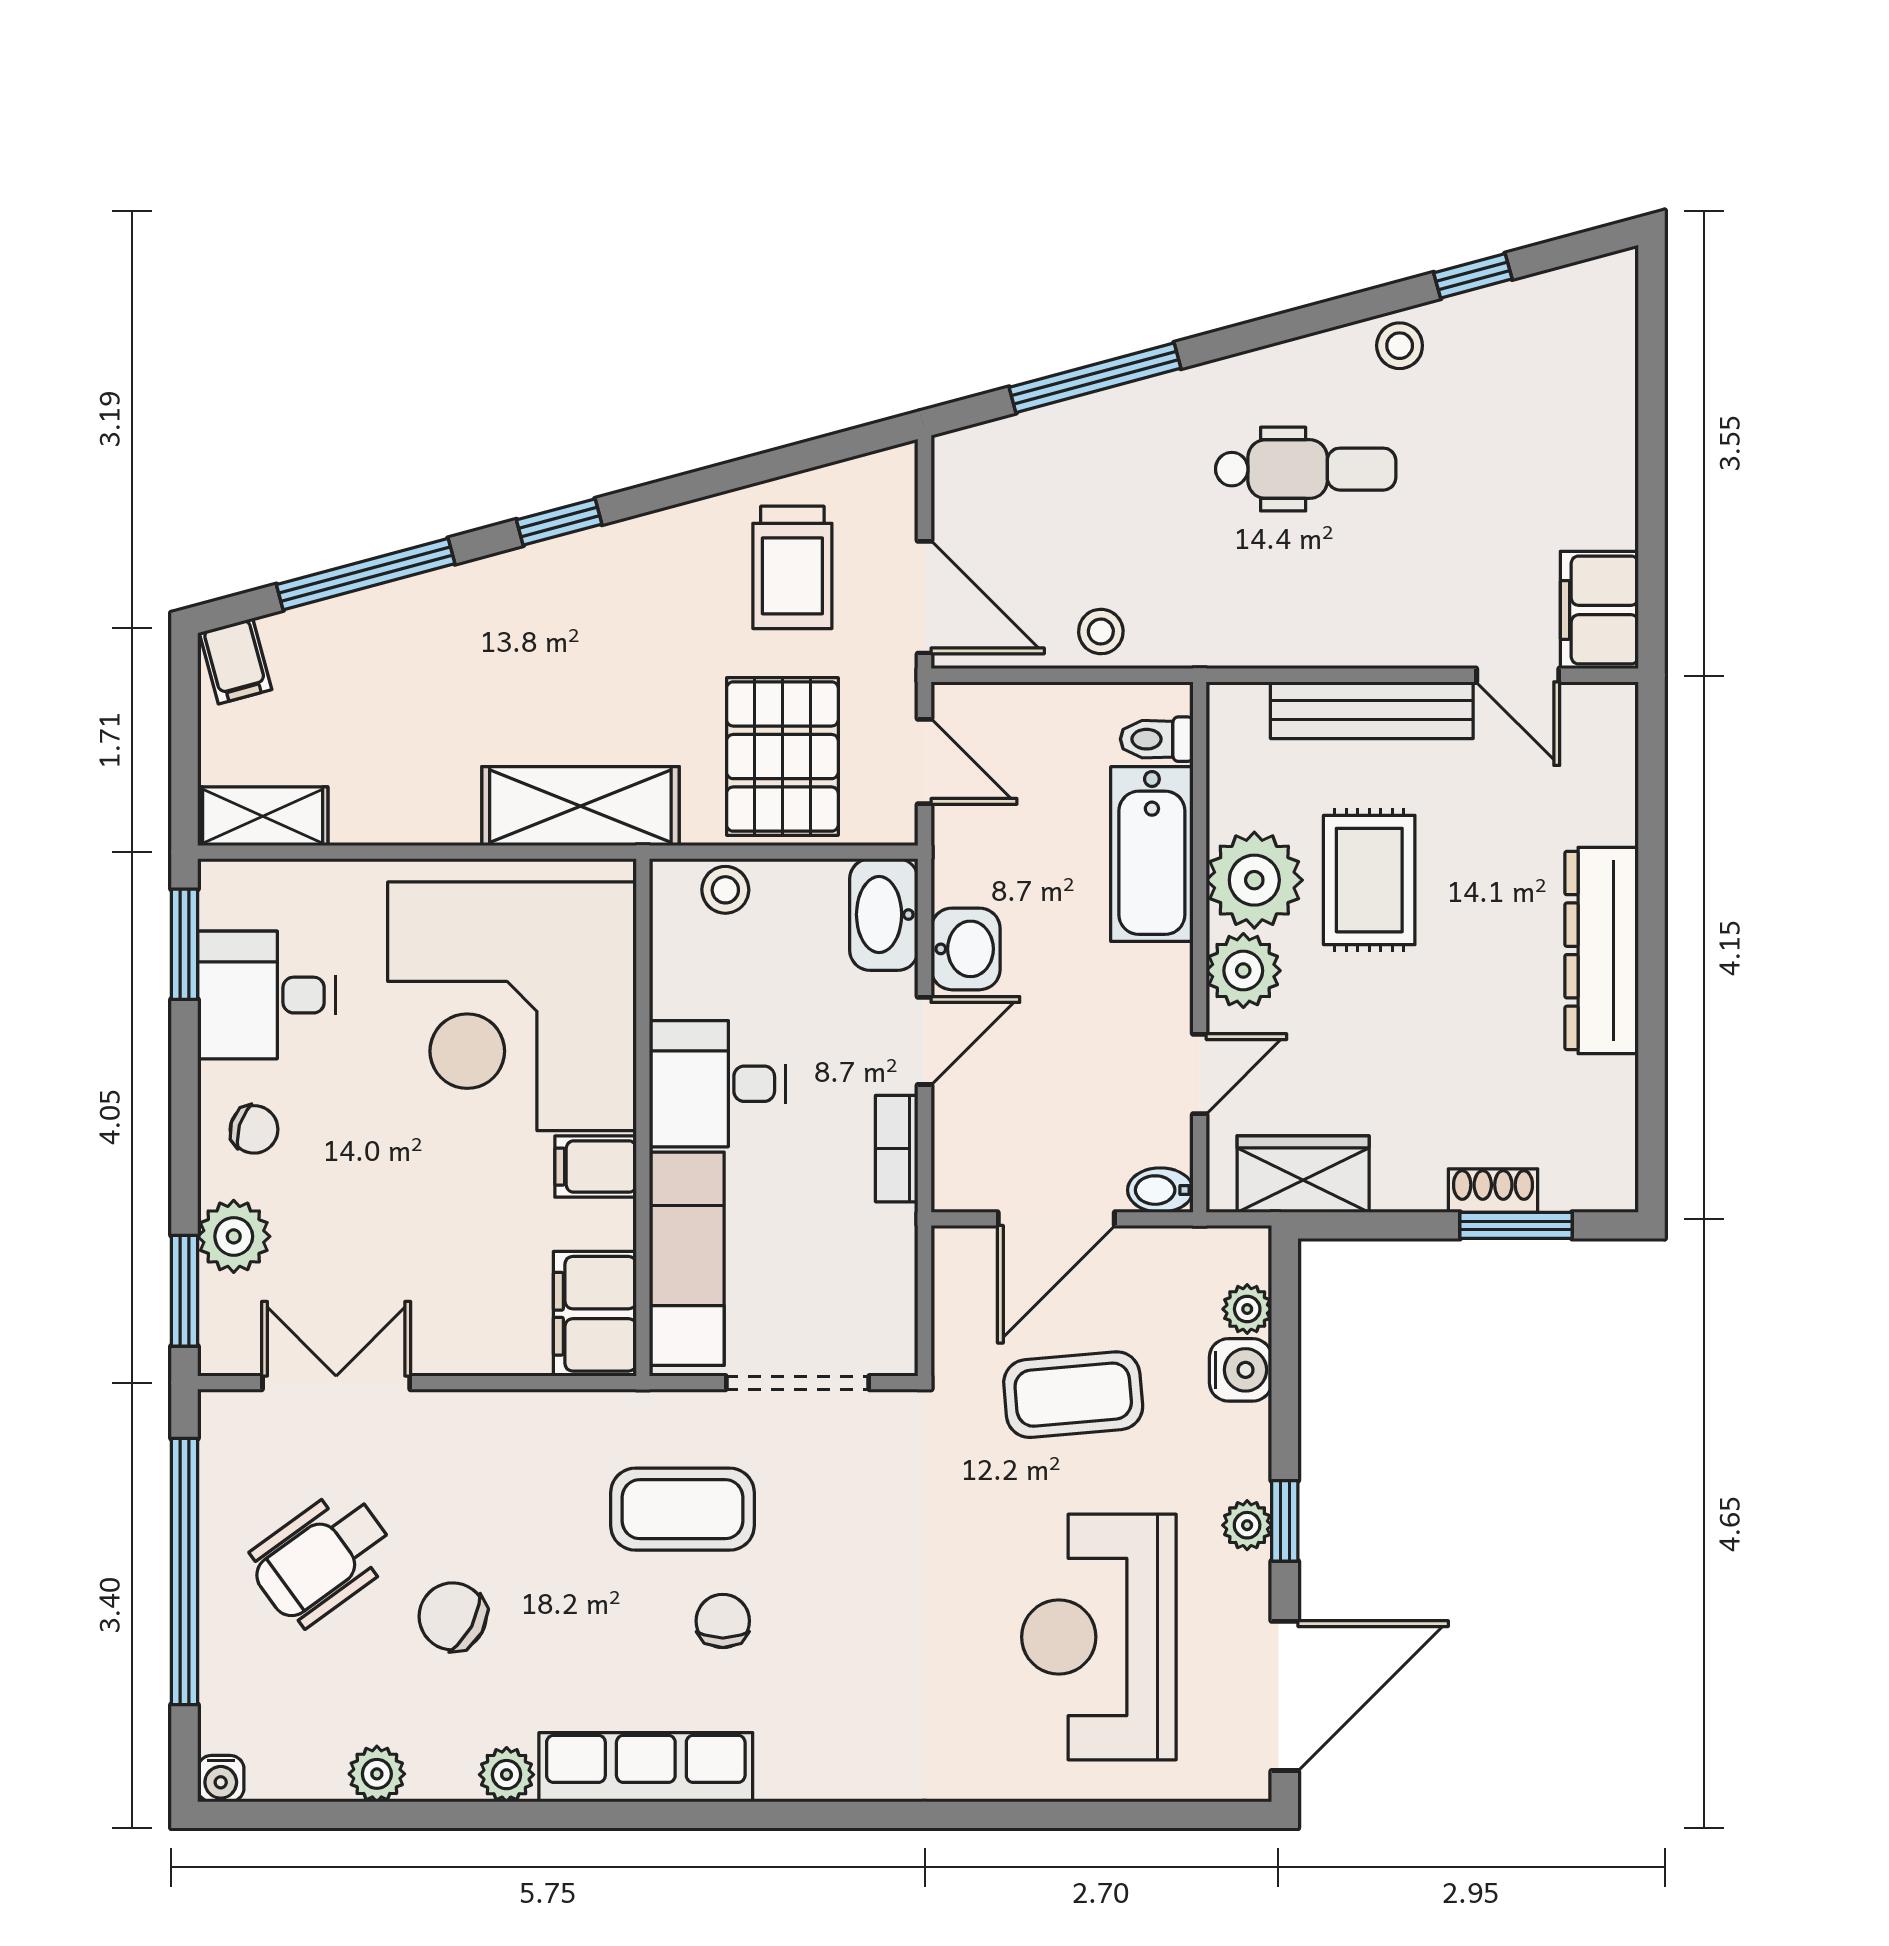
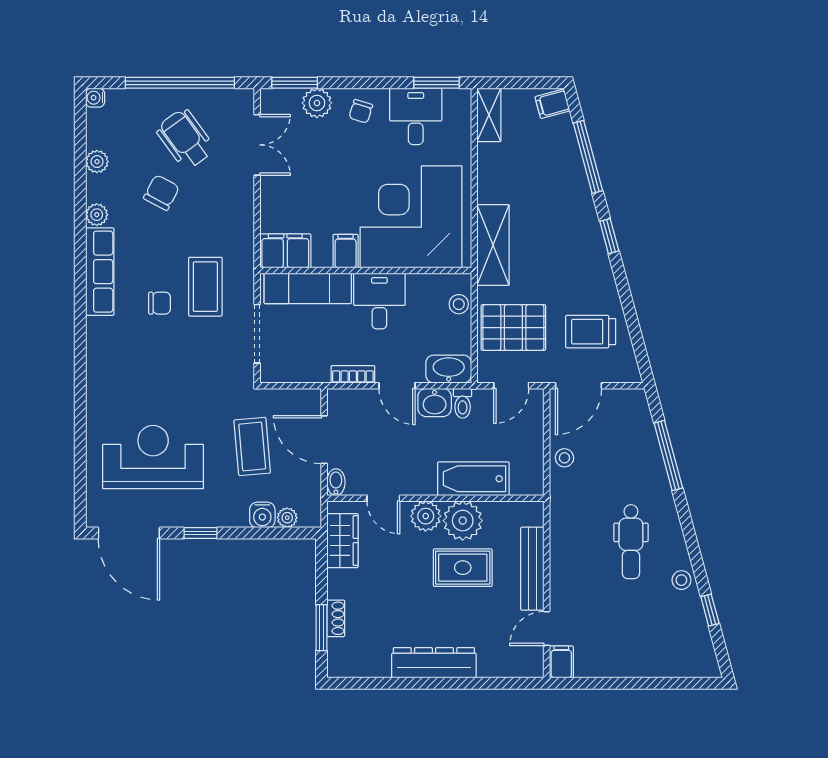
filing cabinet: (1599, 610) -> (561, 662), width x0.50
toilet: (1157, 739) -> (463, 403), moved, turned 180
plant: (1247, 1525) -> (199, 518), removed

